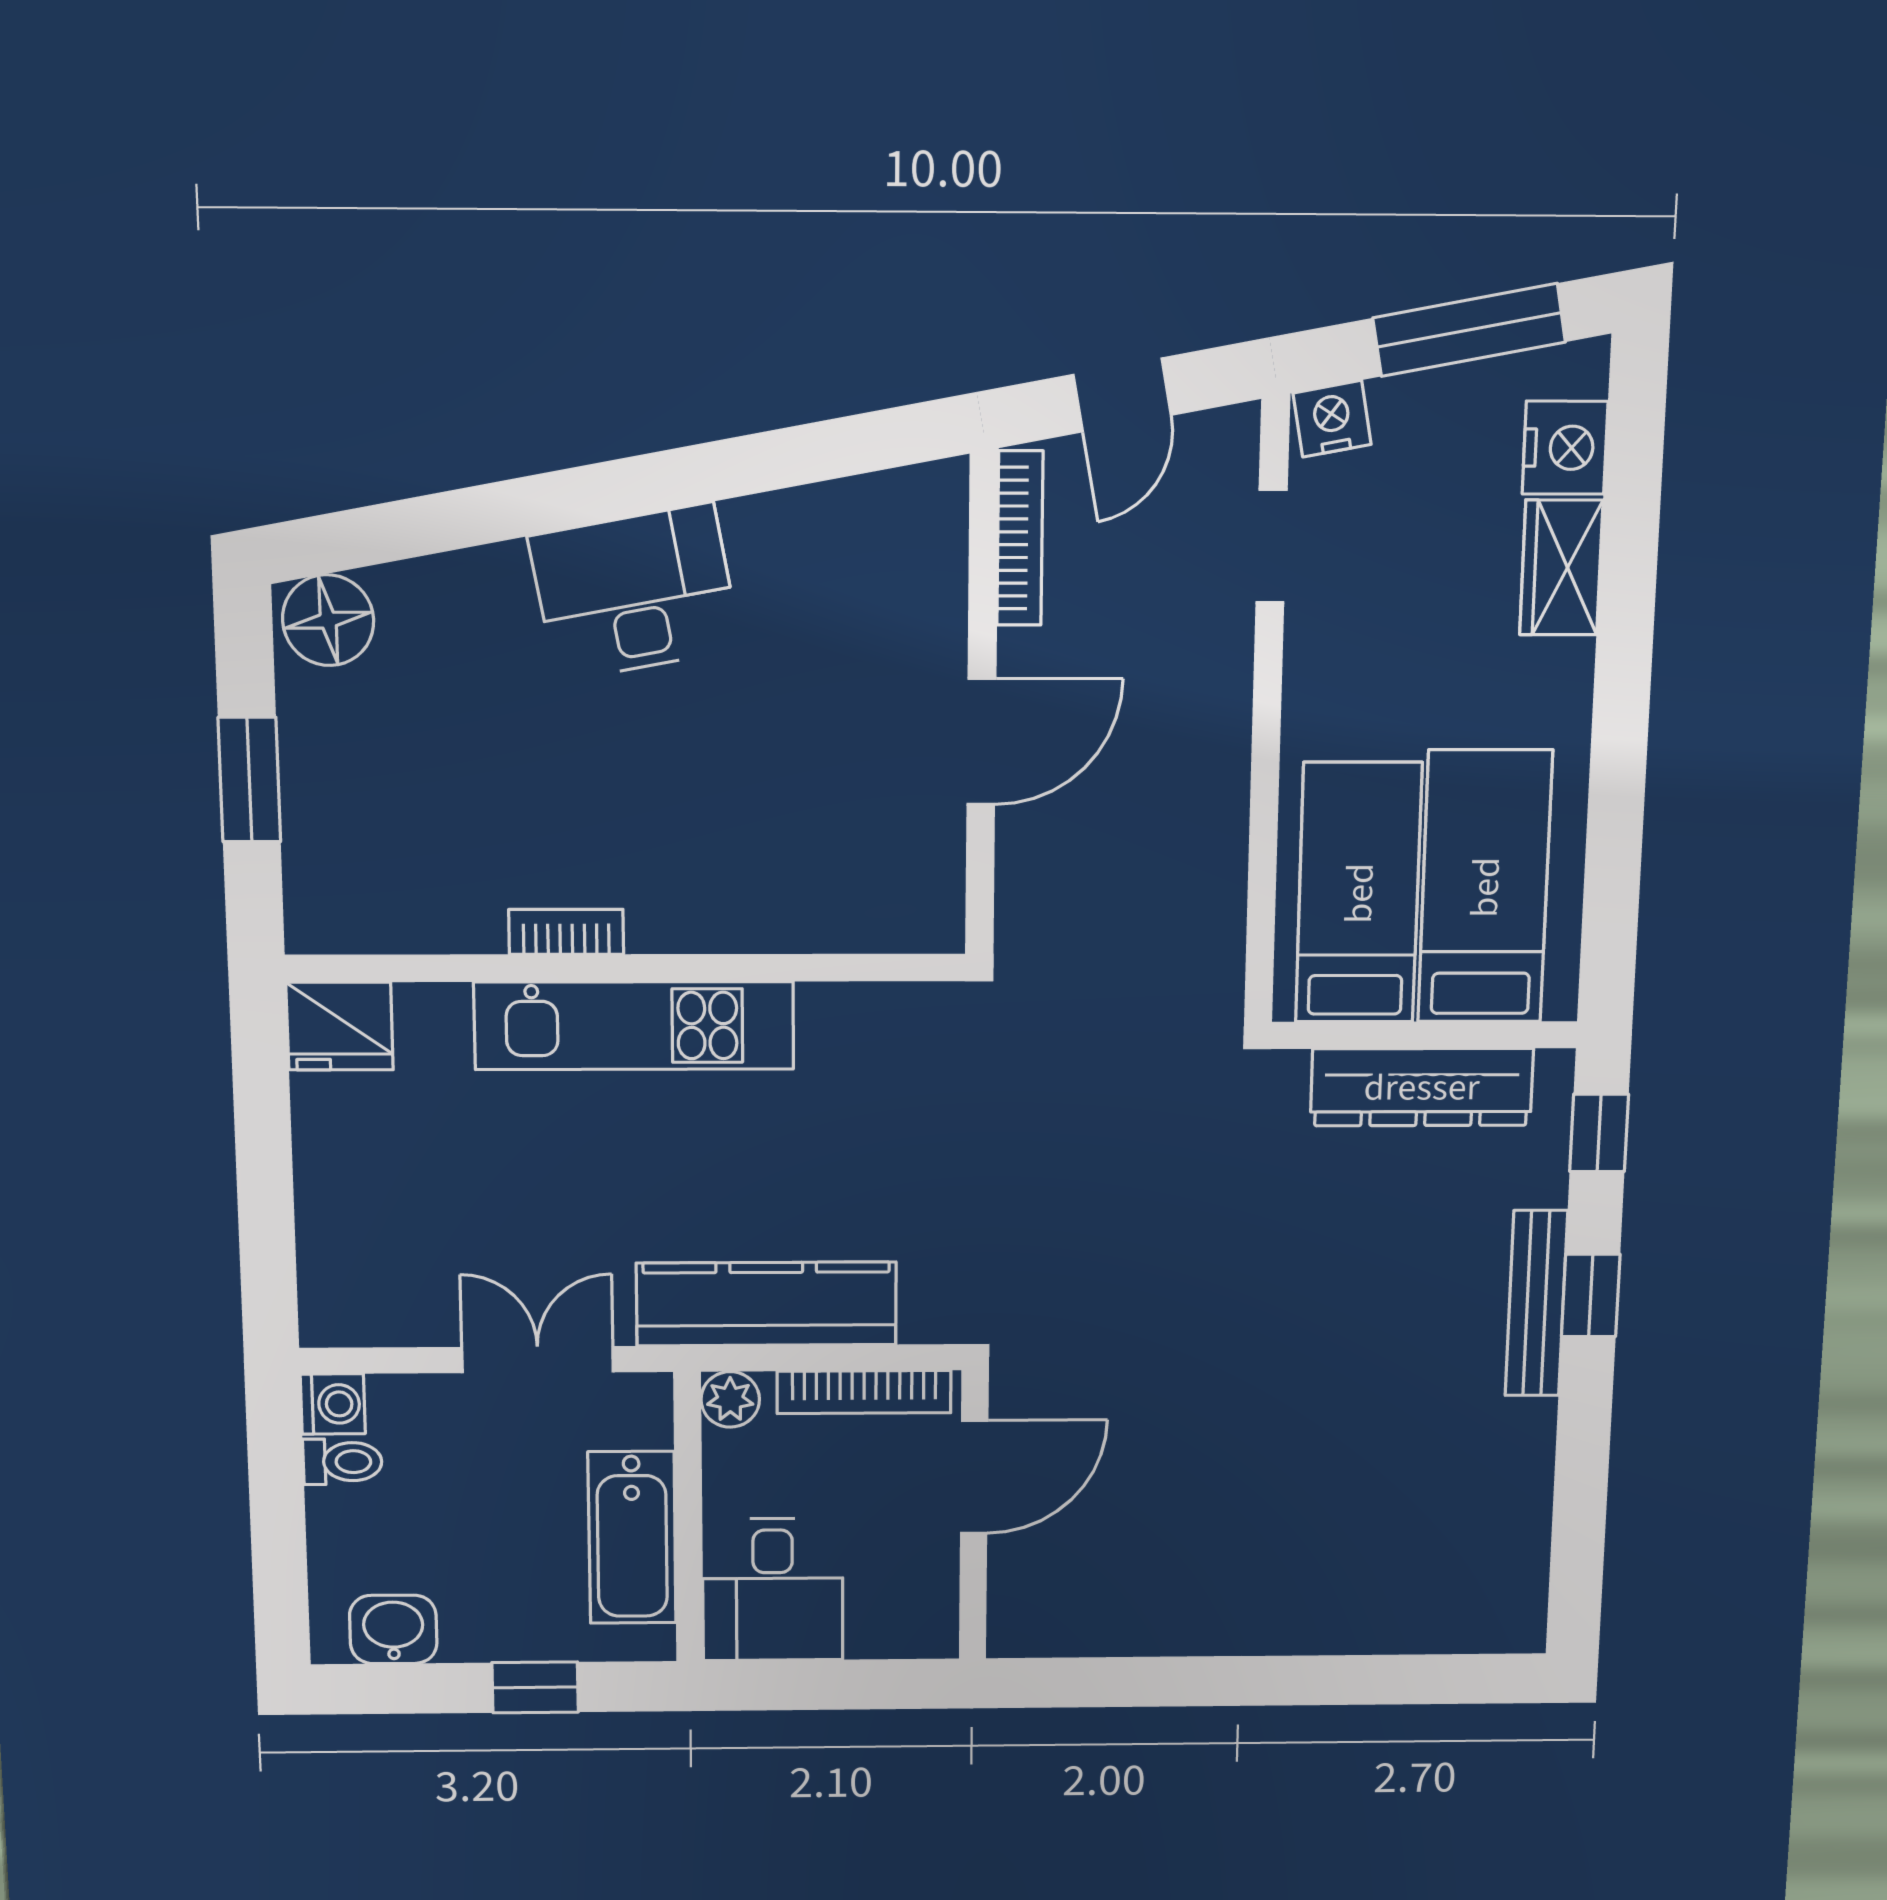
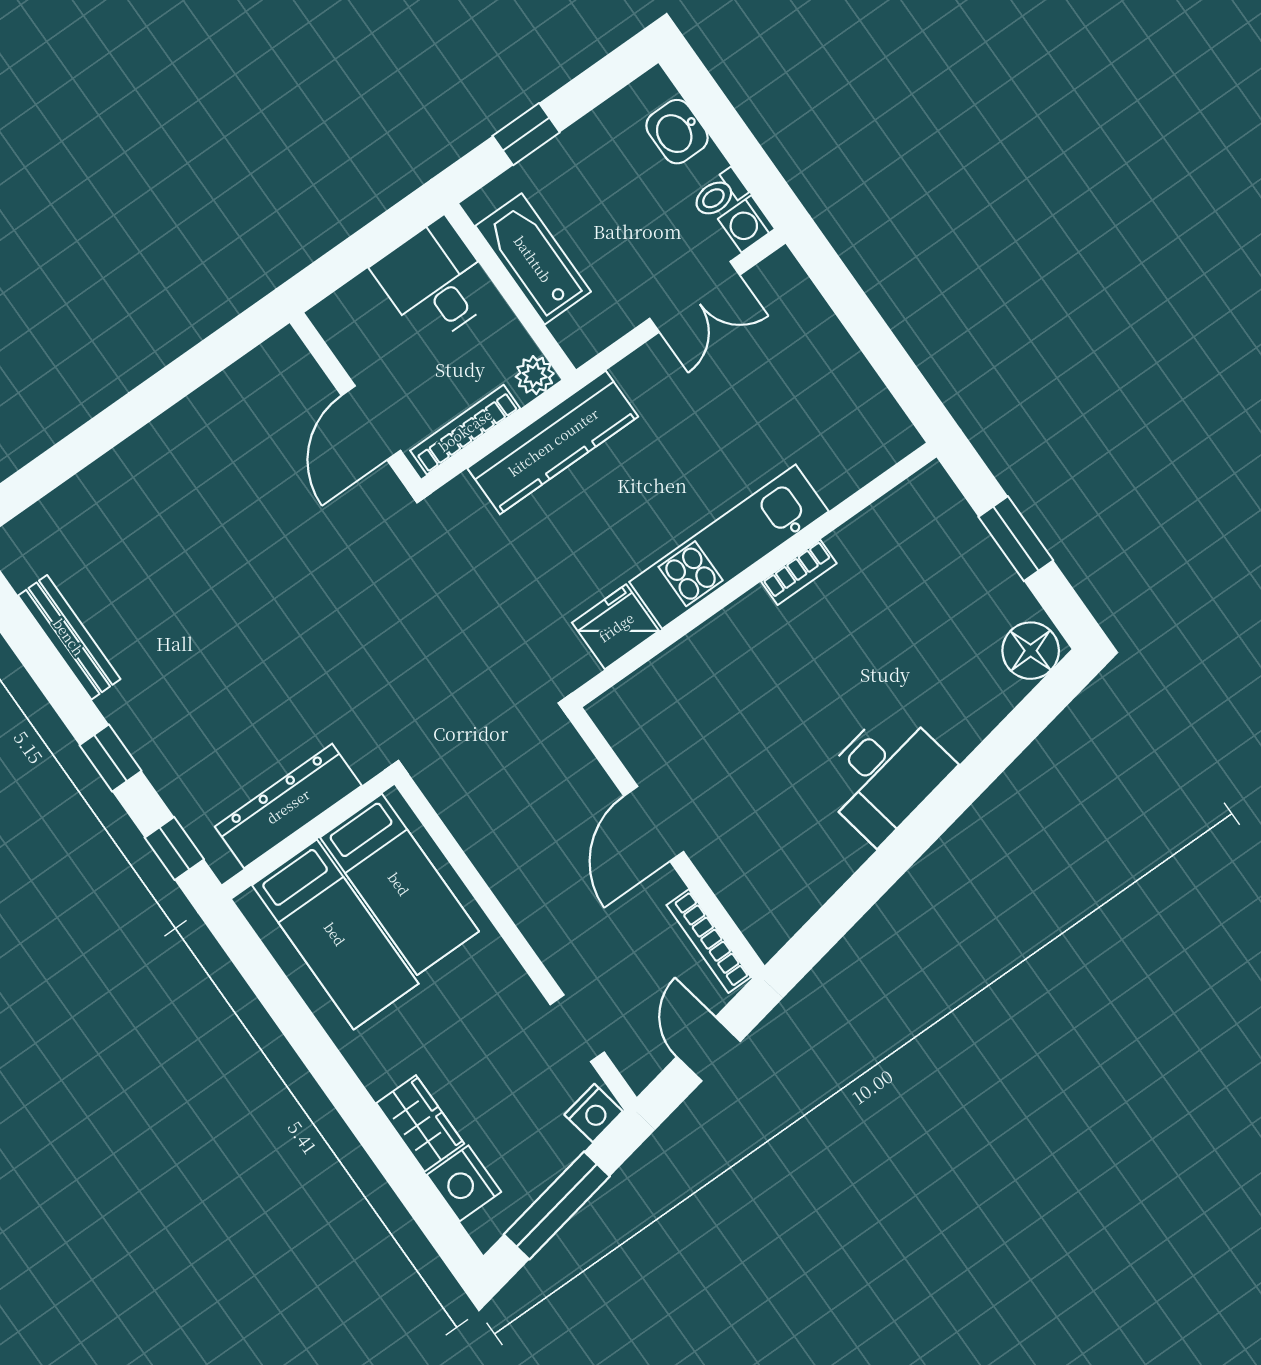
fridge: (340, 1026) -> (616, 627), moved
bench: (1536, 1303) -> (69, 637), moved
double door: (538, 1360) -> (695, 297), moved
washbasin: (393, 1629) -> (677, 132), moved, turned 90

